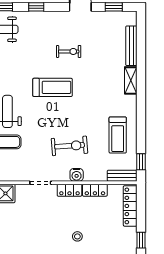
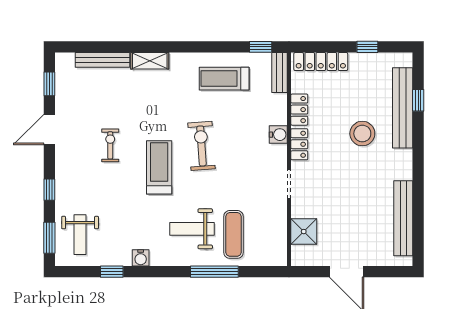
treadmill: (118, 135) -> (224, 79), turned 180
exercise bike: (70, 146) -> (202, 146), moved
stool: (77, 236) -> (362, 134), width x1.89, depth x1.89

